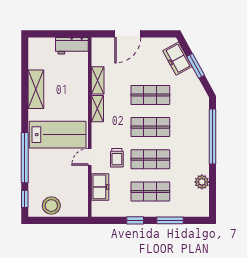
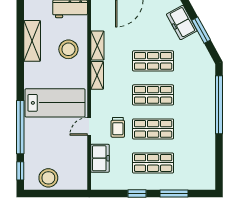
stool: (70, 84) -> (68, 49), added
shelving: (36, 89) -> (32, 41), moved
plant: (202, 182) -> (208, 153), removed

